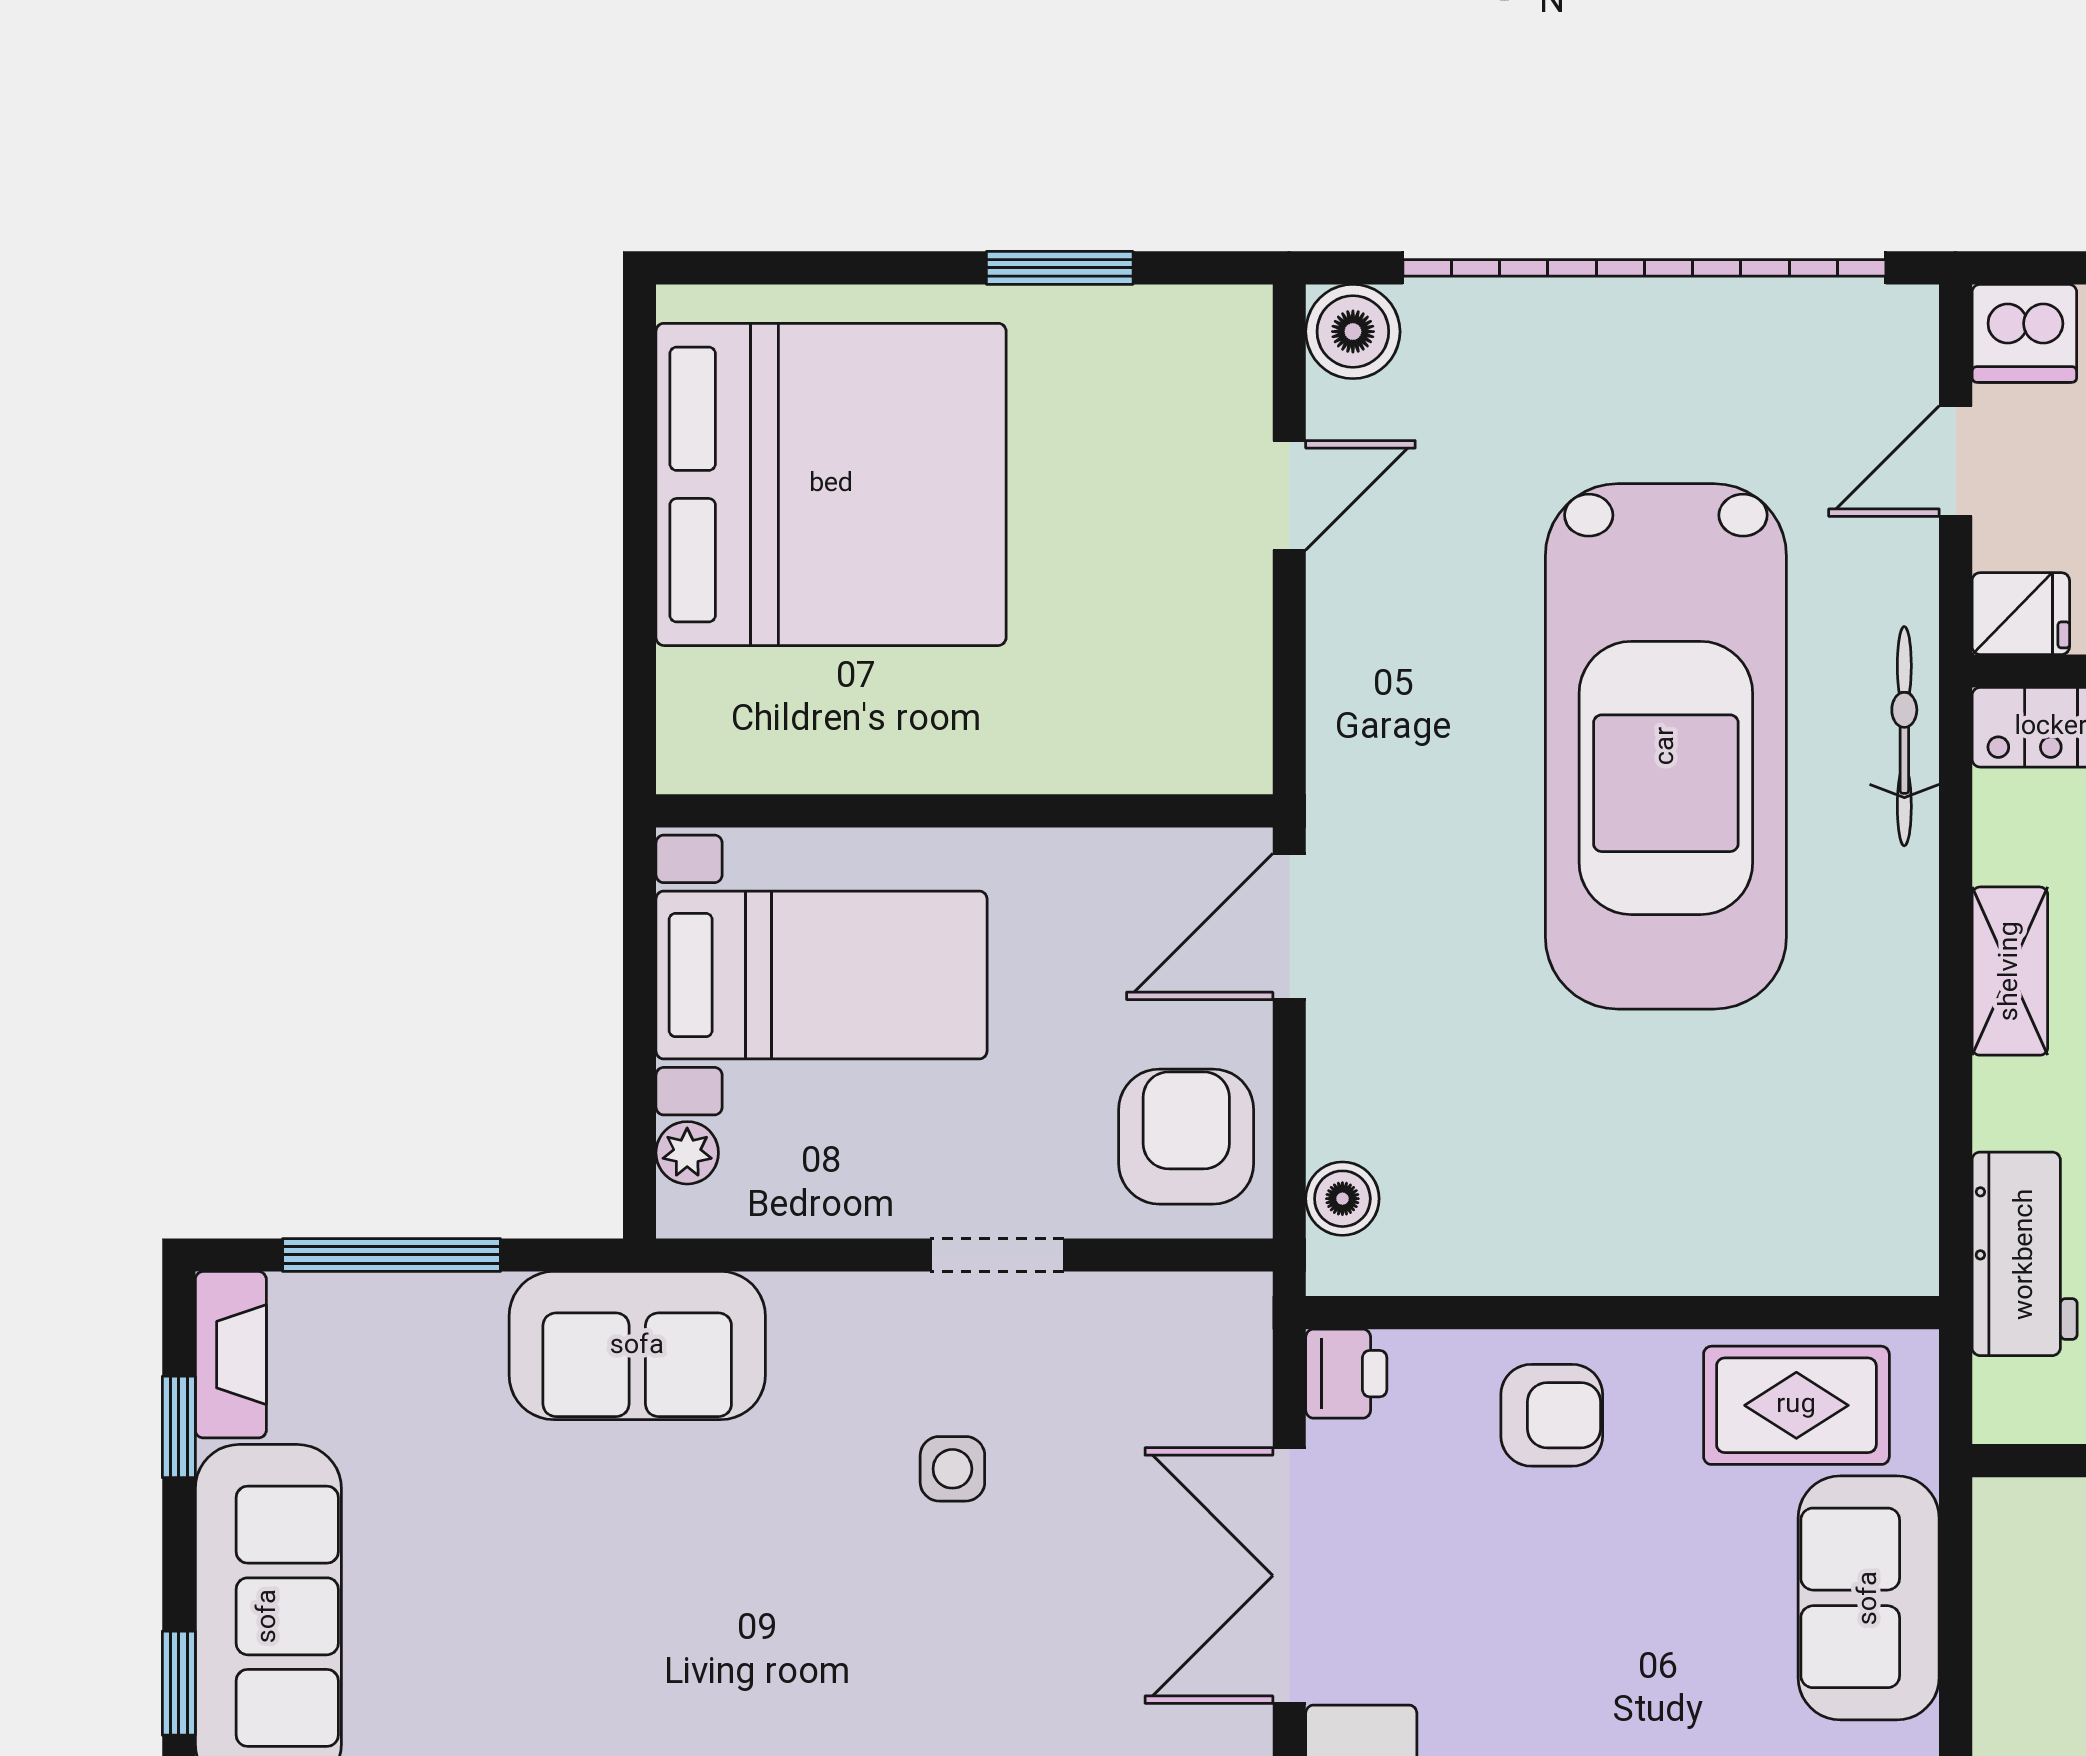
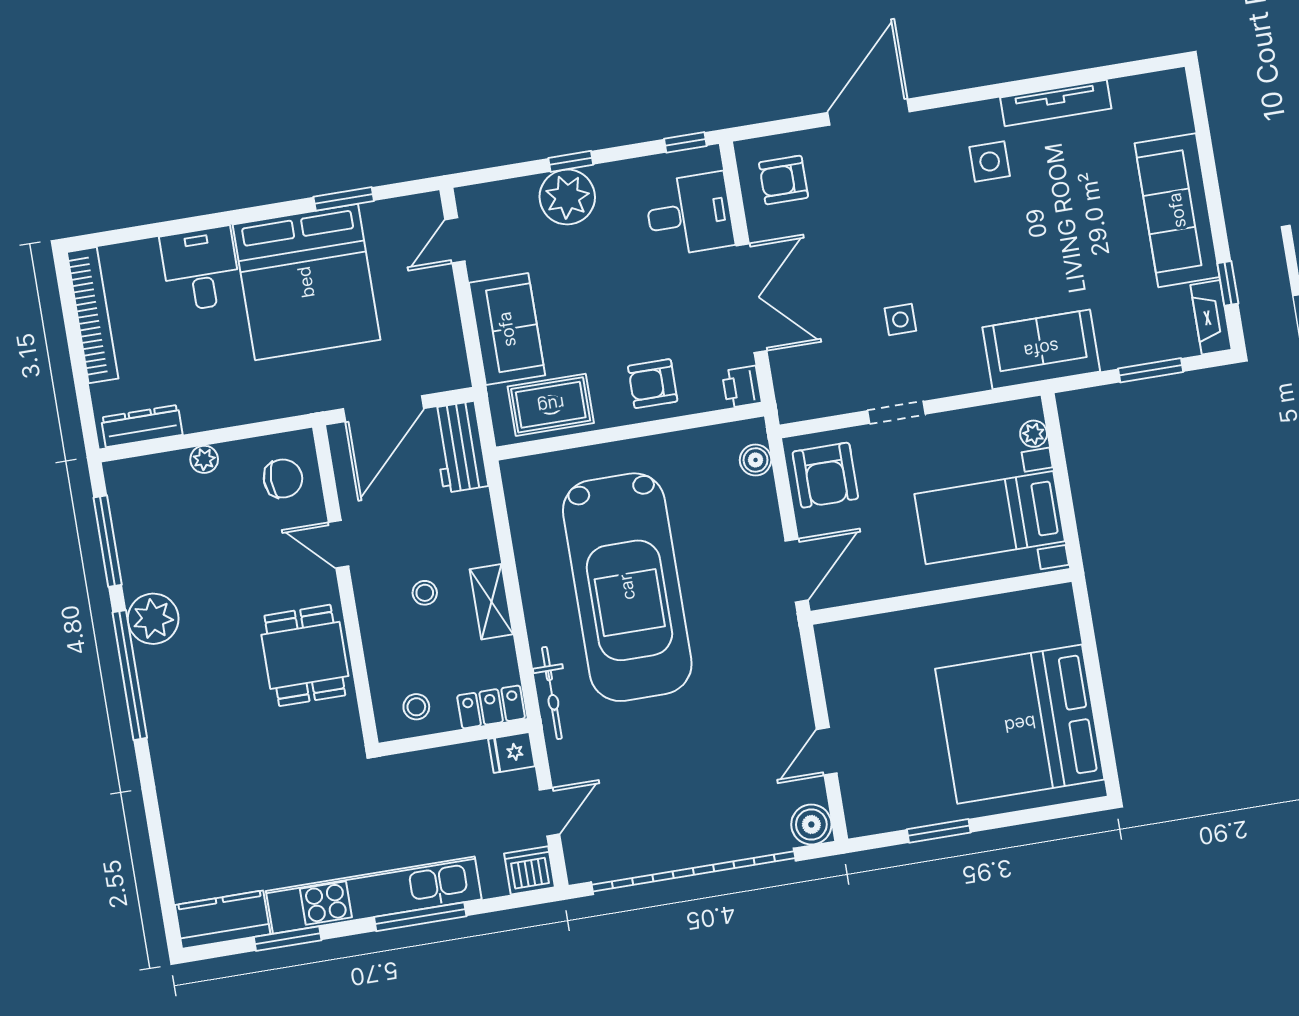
car: (1666, 746) -> (627, 587), moved, turned 180
workbench: (2025, 1254) -> (459, 447), moved
window: (391, 1255) -> (1151, 370), width x0.69
window: (179, 1683) -> (1210, 176), removed

